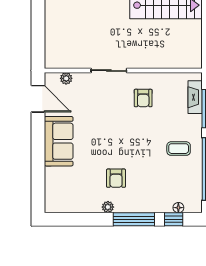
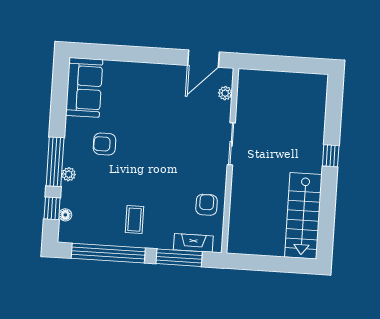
armchair: (143, 98) -> (207, 205), moved, turned 90
sofa: (59, 141) -> (84, 87), moved, turned -90
plant: (108, 207) -> (69, 174), moved

